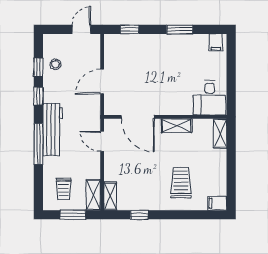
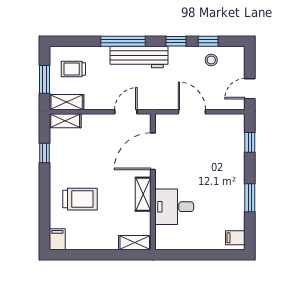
door: (81, 29) -> (250, 89), swing flipped
desk: (210, 98) -> (174, 207), moved

